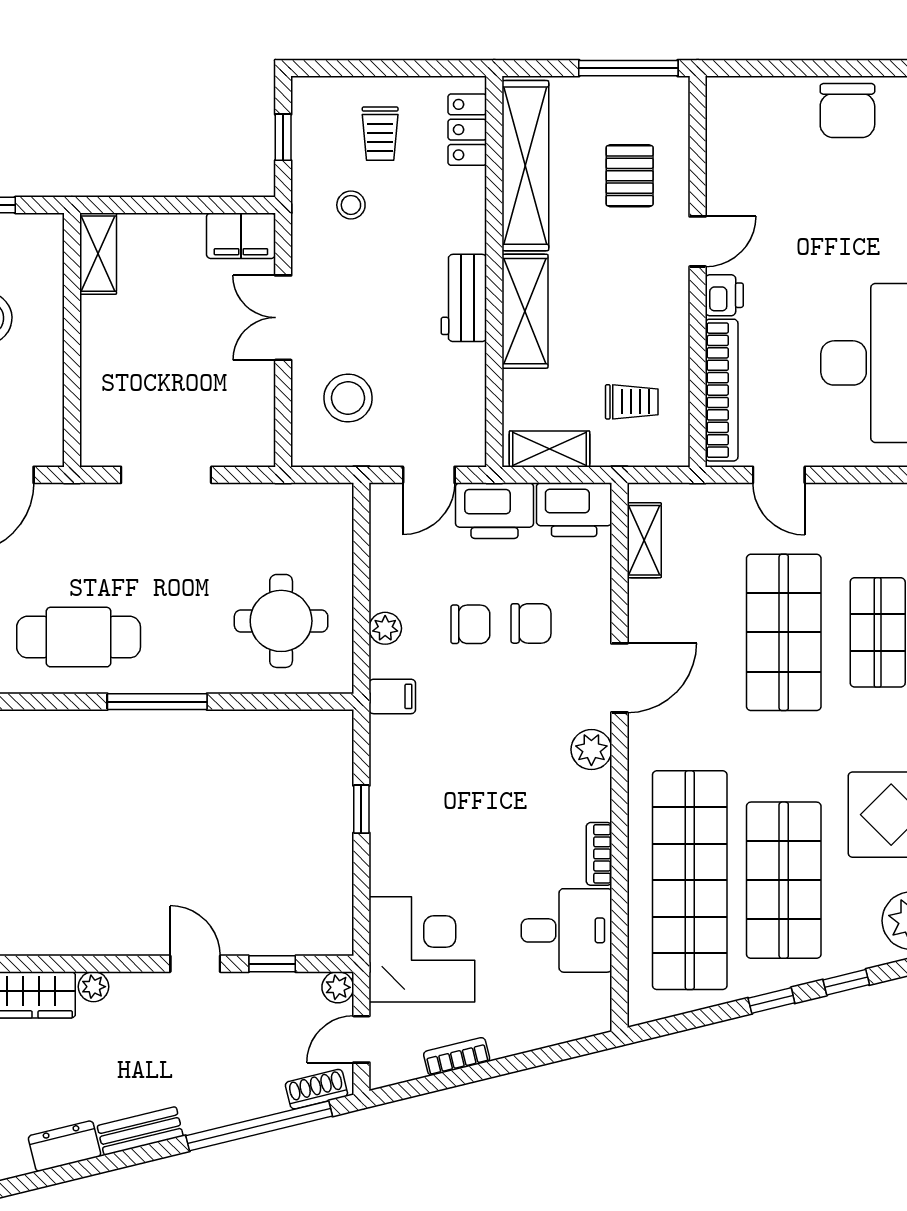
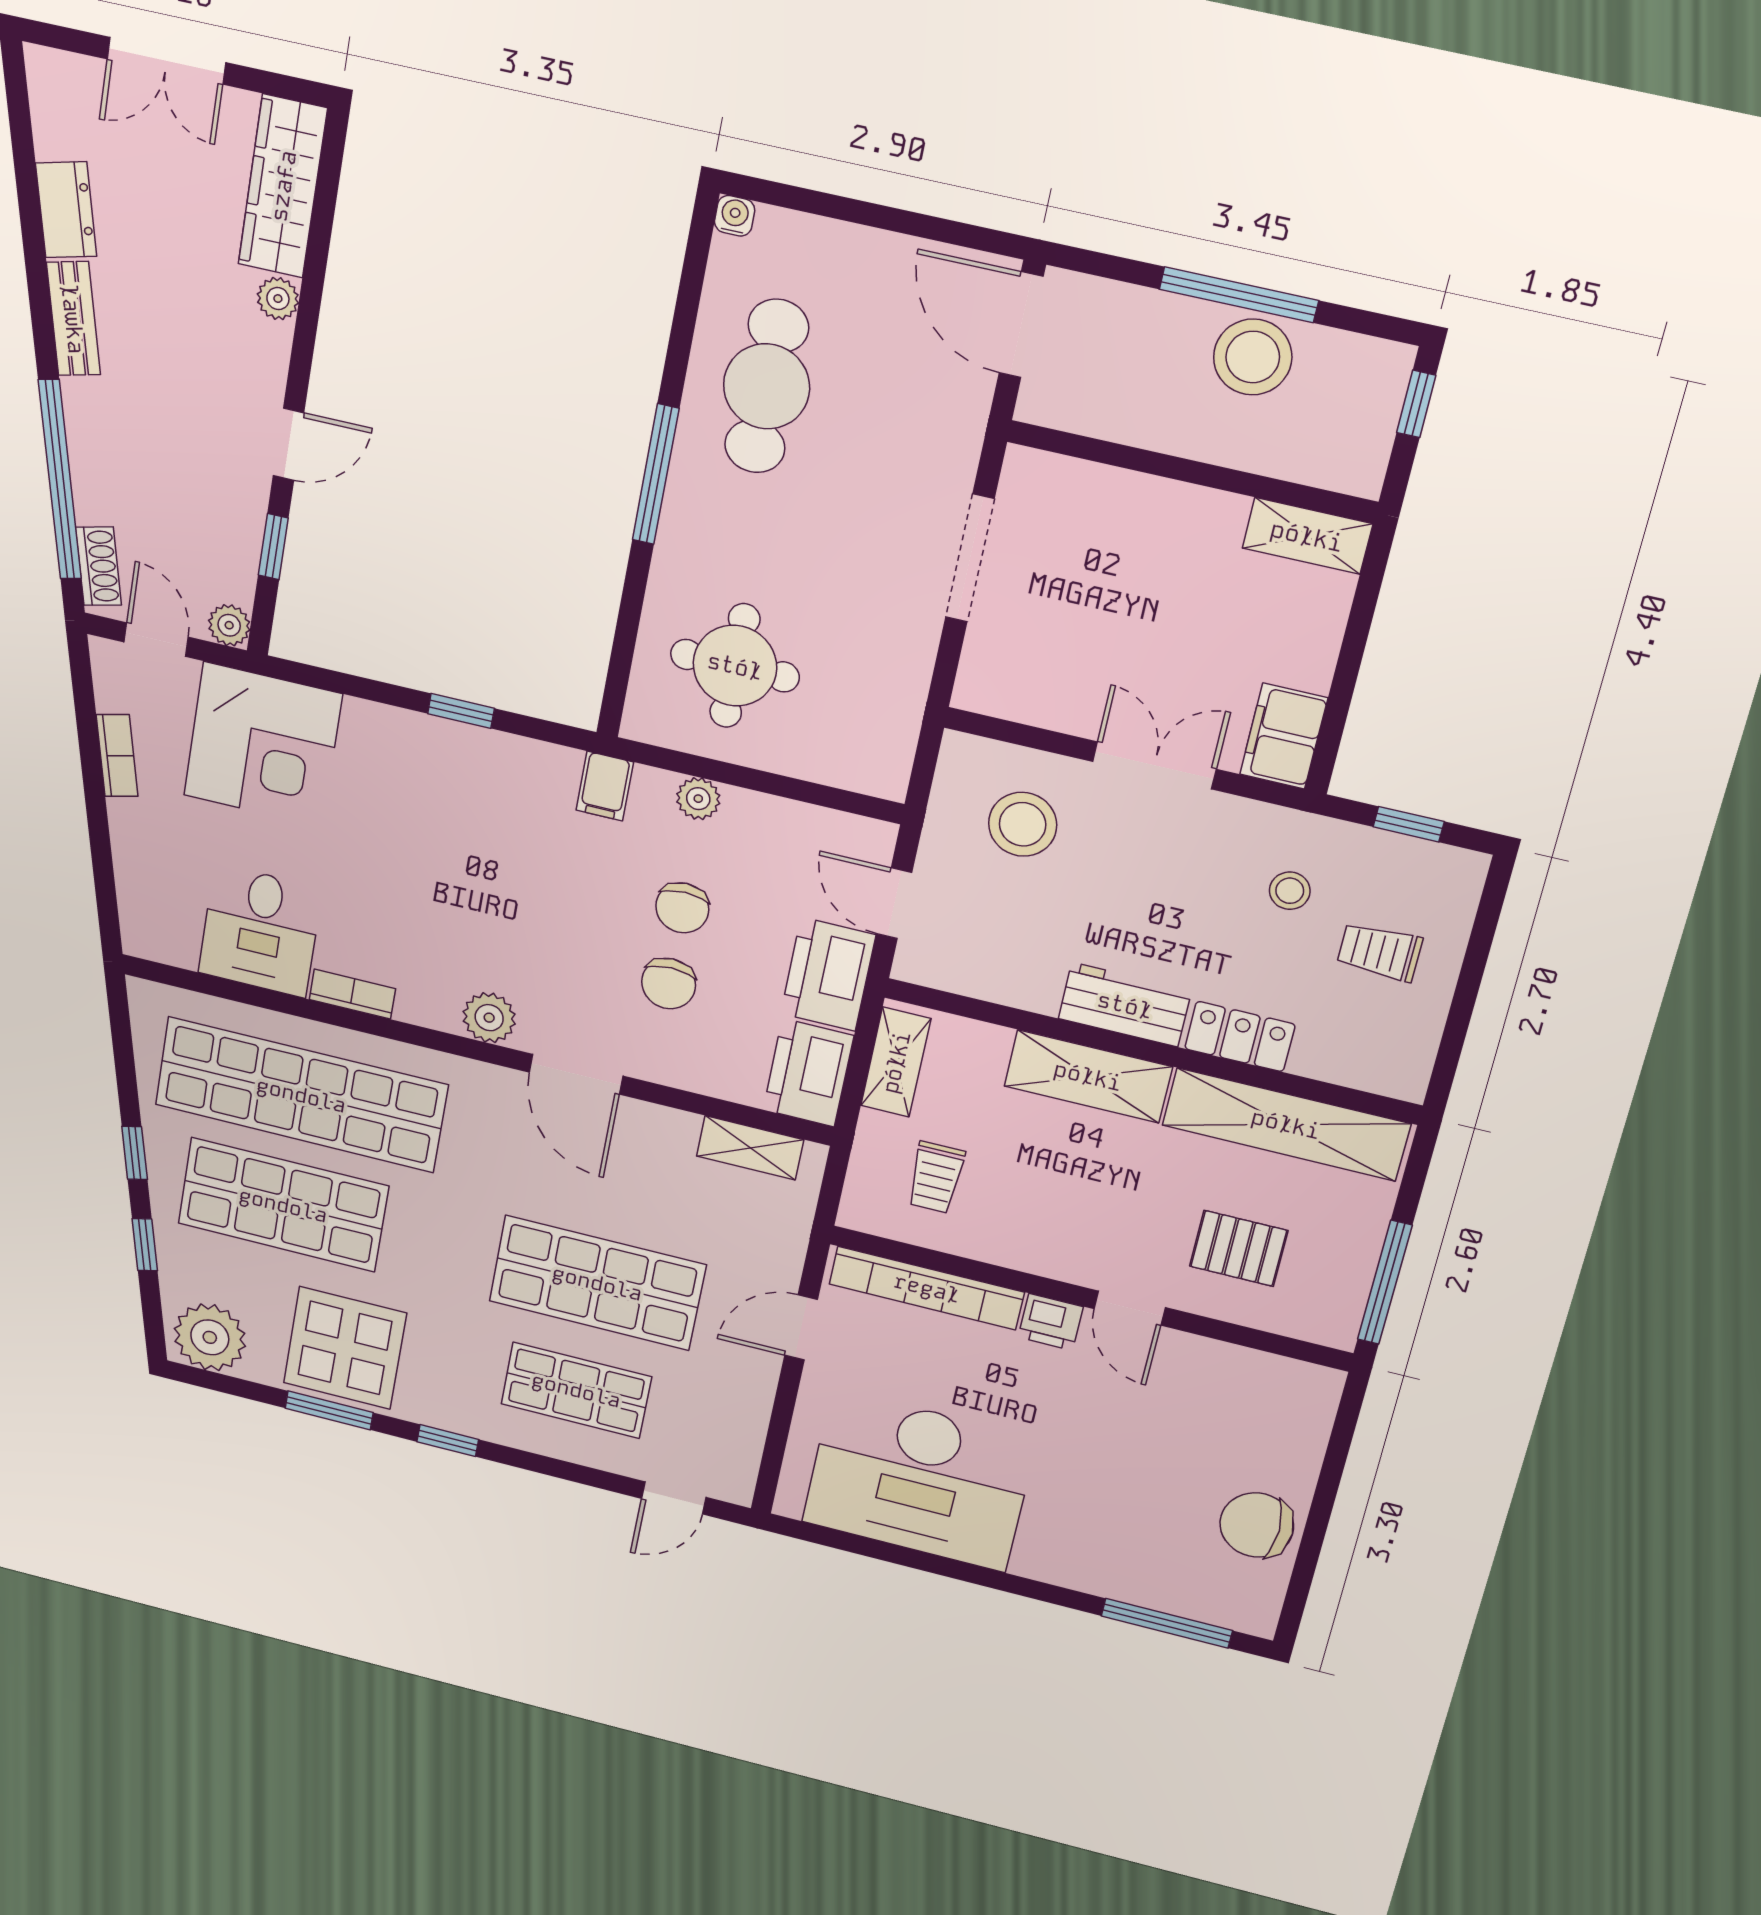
locker: (467, 130) -> (1240, 1037), moved

